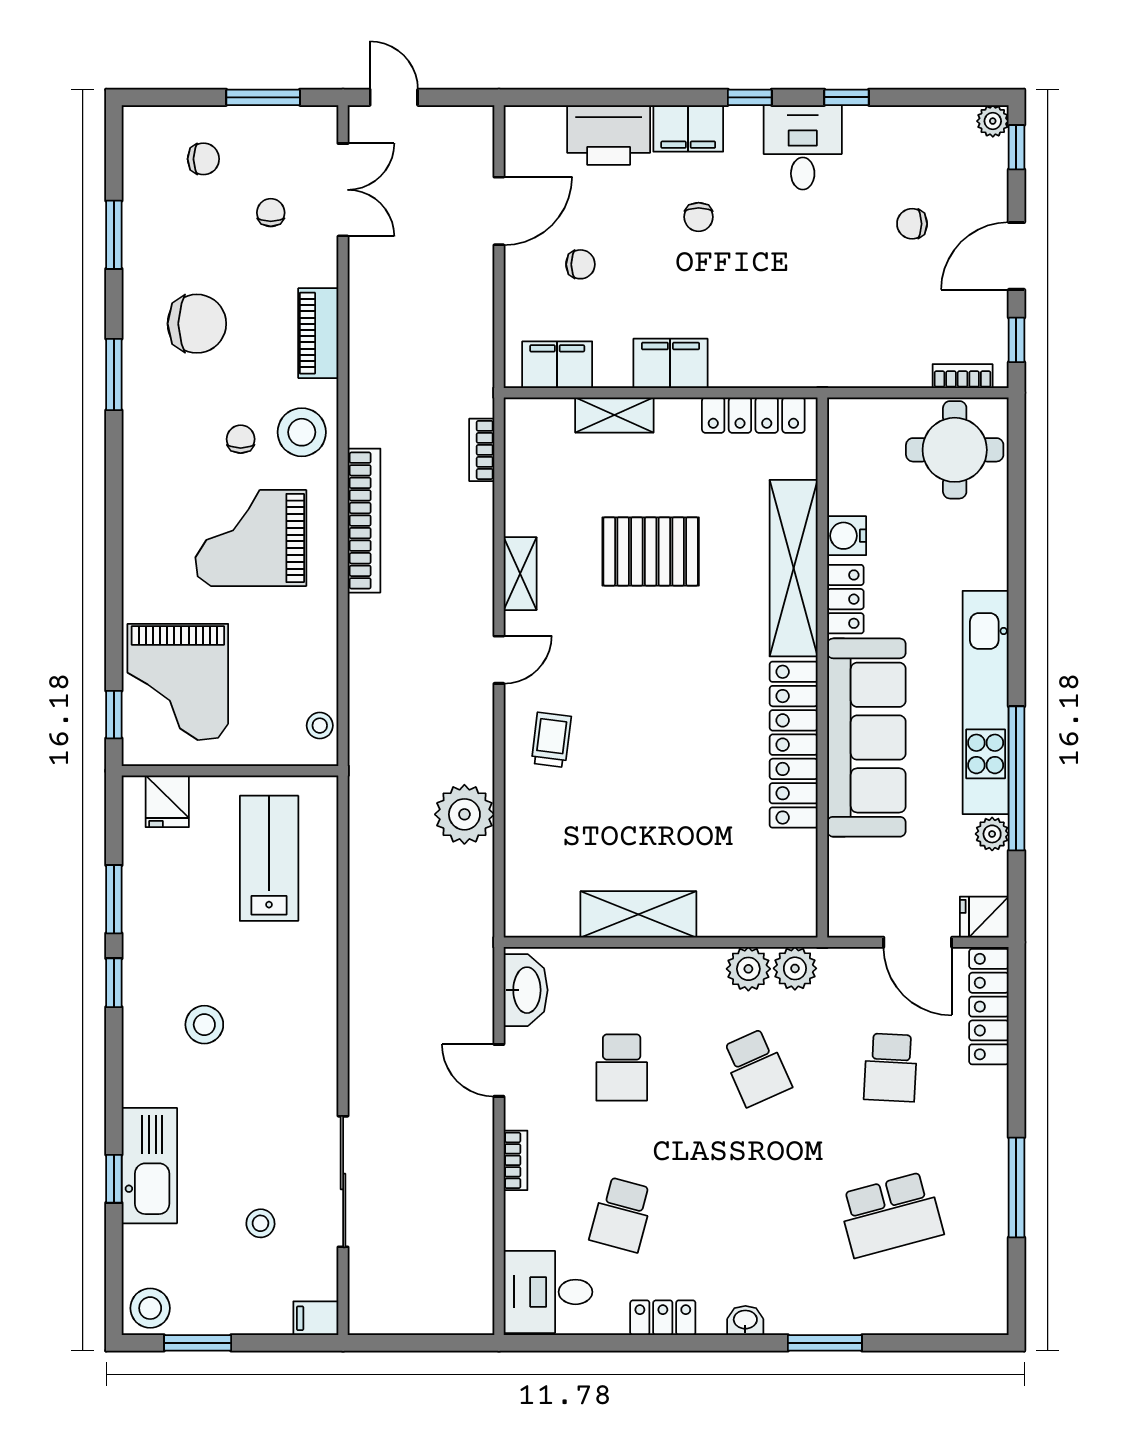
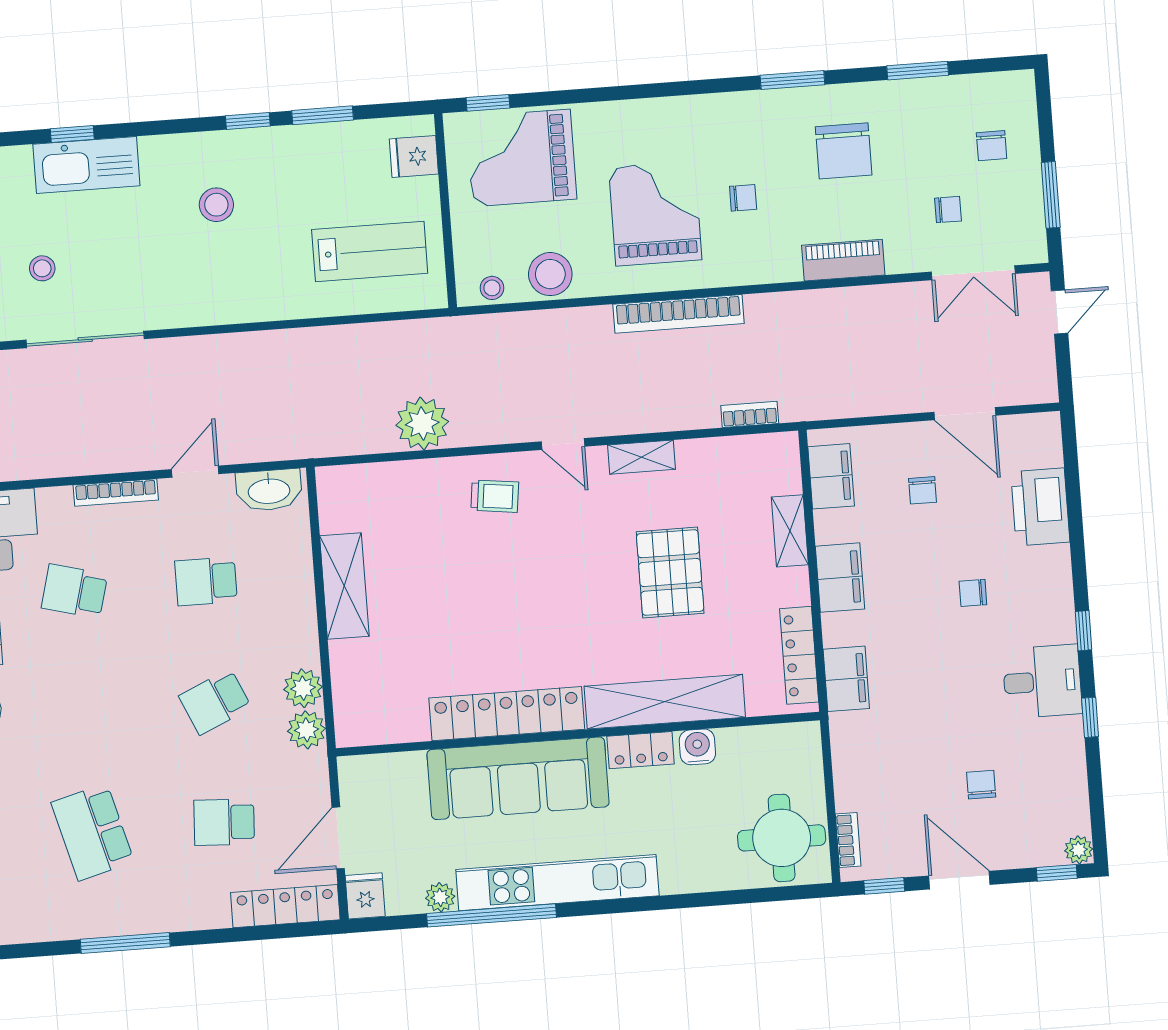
filing cabinet: (688, 128) -> (846, 679), moved, turned 180
stool: (302, 432) -> (550, 274), moved
bookcase: (516, 1160) -> (116, 493), width x1.56

